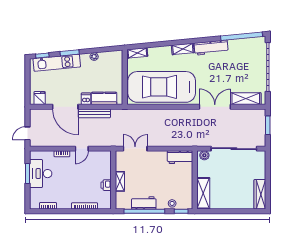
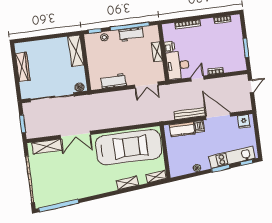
workbench: (211, 48) -> (86, 191), removed
shelving: (183, 49) -> (127, 183), moved
workbench: (180, 157) -> (113, 81), moved
desk: (41, 174) -> (178, 65), moved, turned 180
wardrobe: (260, 194) -> (23, 67), moved

